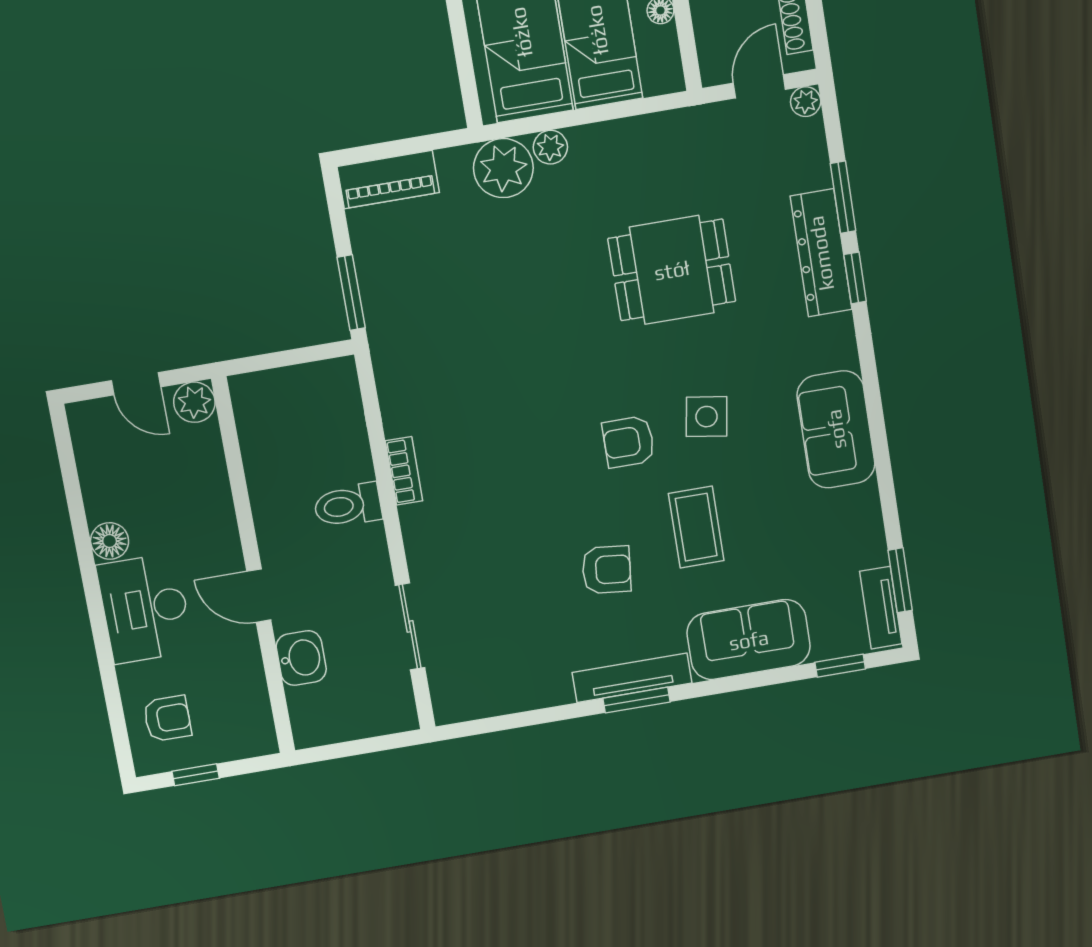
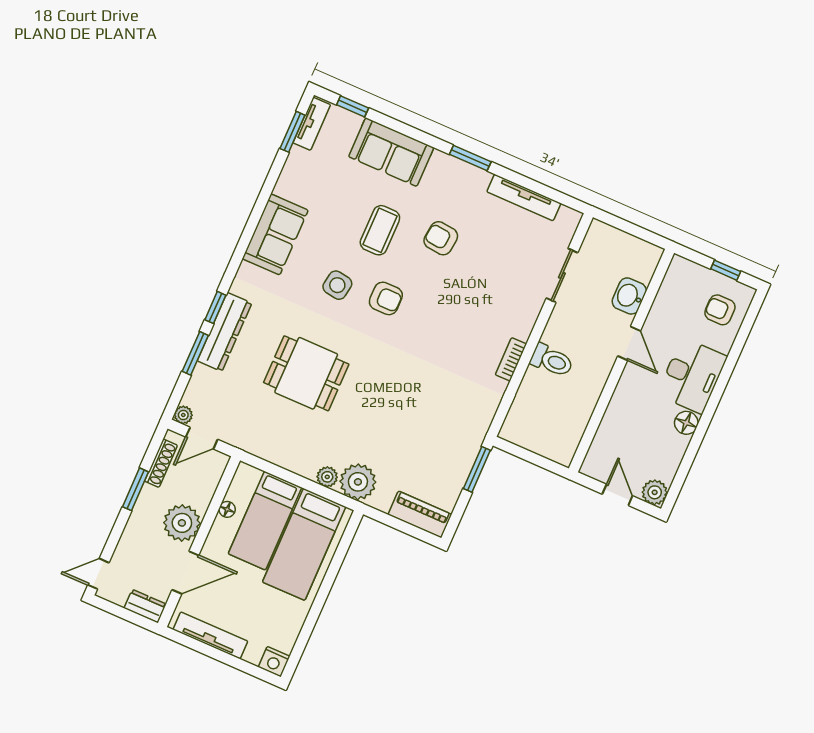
plant: (194, 402) -> (655, 492), moved
tv unit: (632, 678) -> (524, 198), moved

